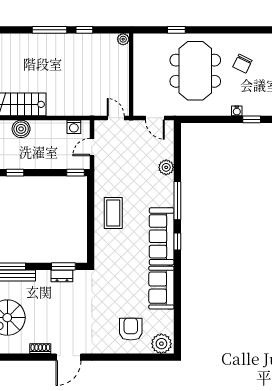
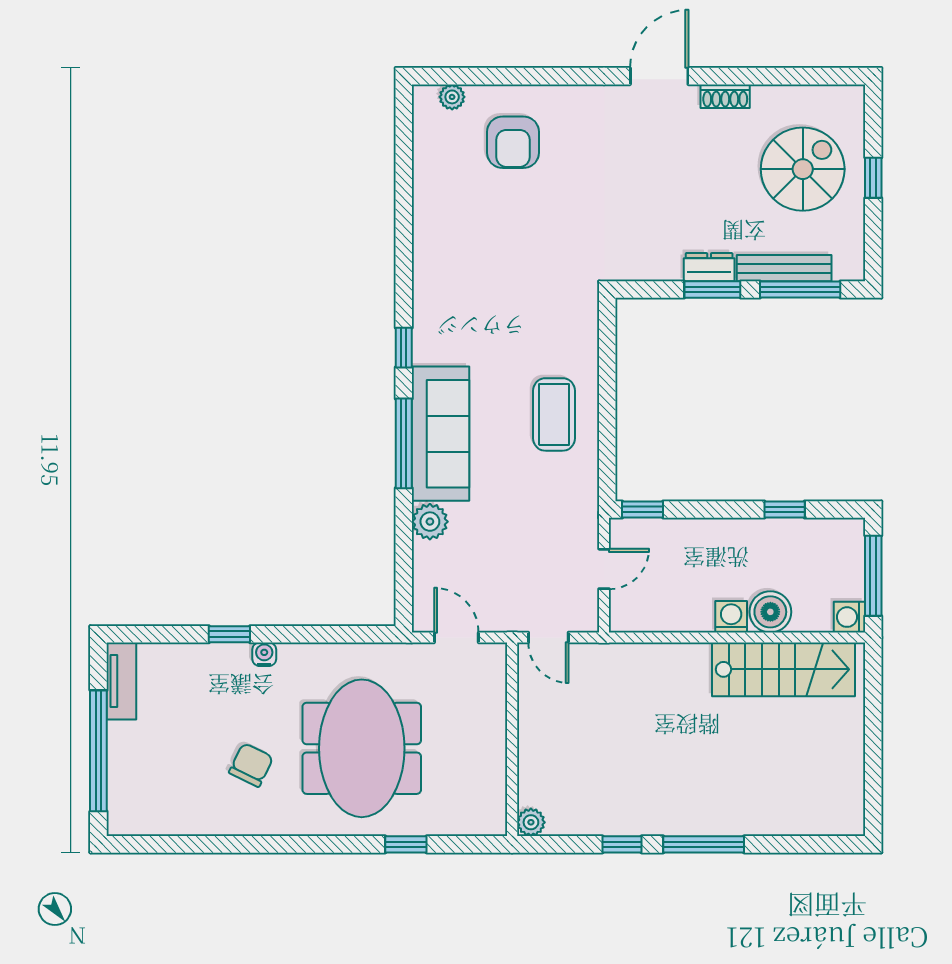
washing machine: (74, 127) -> (731, 617), moved
sofa: (162, 236) -> (441, 434), moved
window: (63, 266) -> (712, 290), moved
dresser: (62, 276) -> (709, 267), moved
sofa: (161, 288) -> (441, 239), removed
plant: (161, 344) -> (452, 97), width x0.53, depth x0.53

